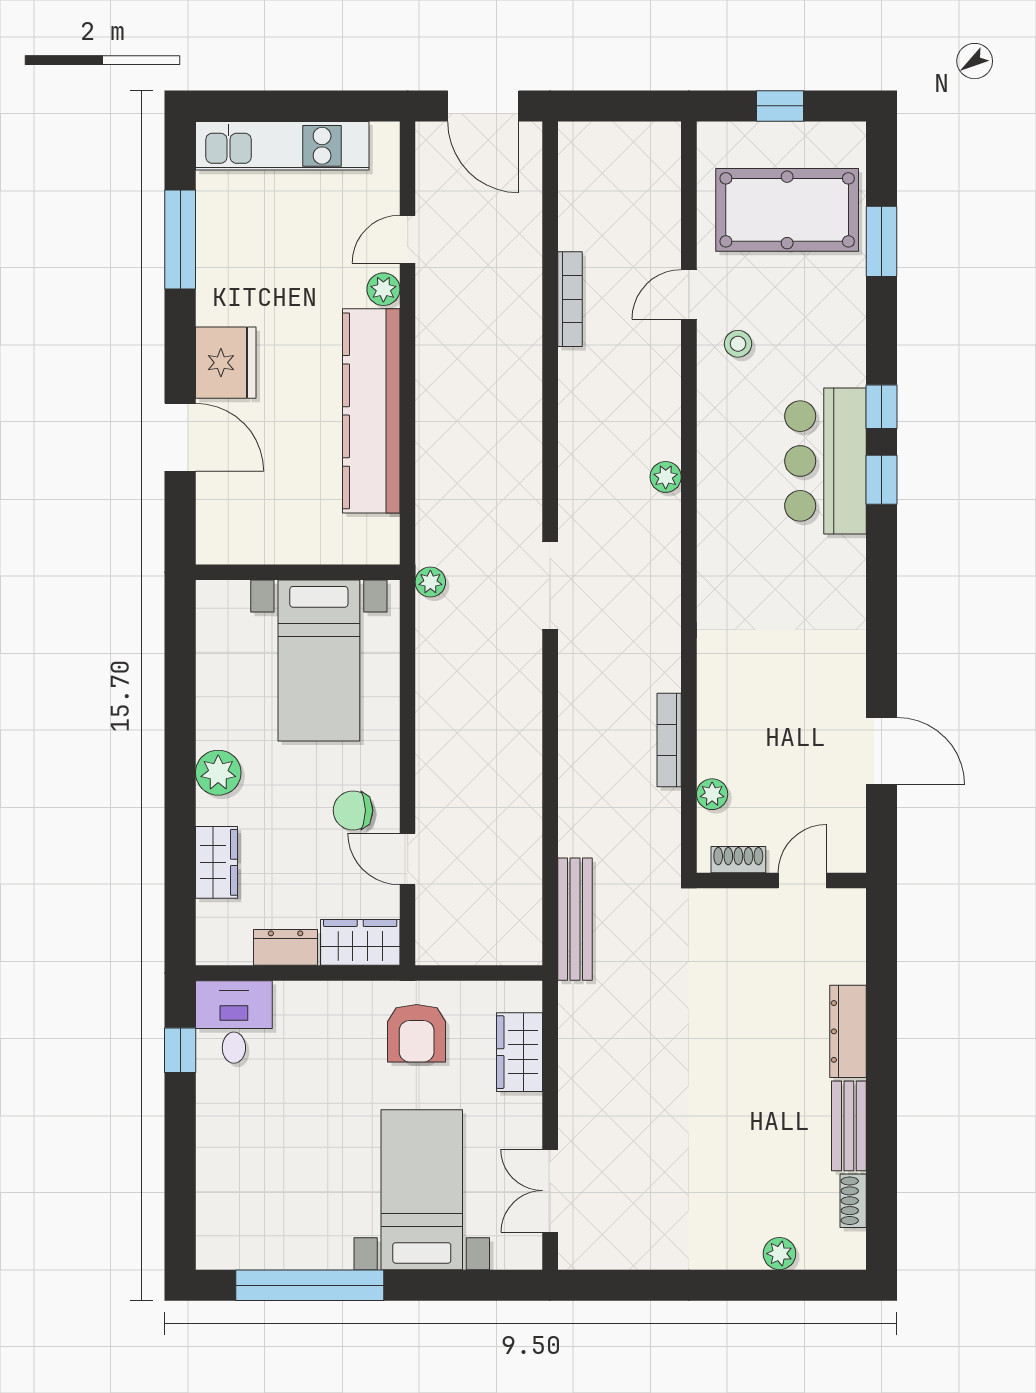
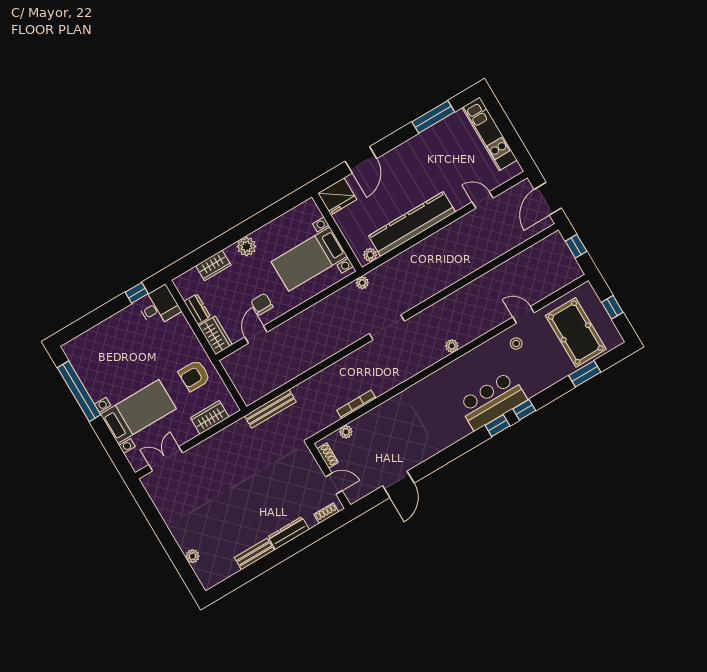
window: (613, 106) -> (576, 246), added
plant: (383, 289) -> (370, 255), moved
bookcase: (570, 299) -> (496, 272), removed
fridge: (226, 363) -> (337, 196), moved
shoe rack: (853, 1201) -> (326, 513), moved

